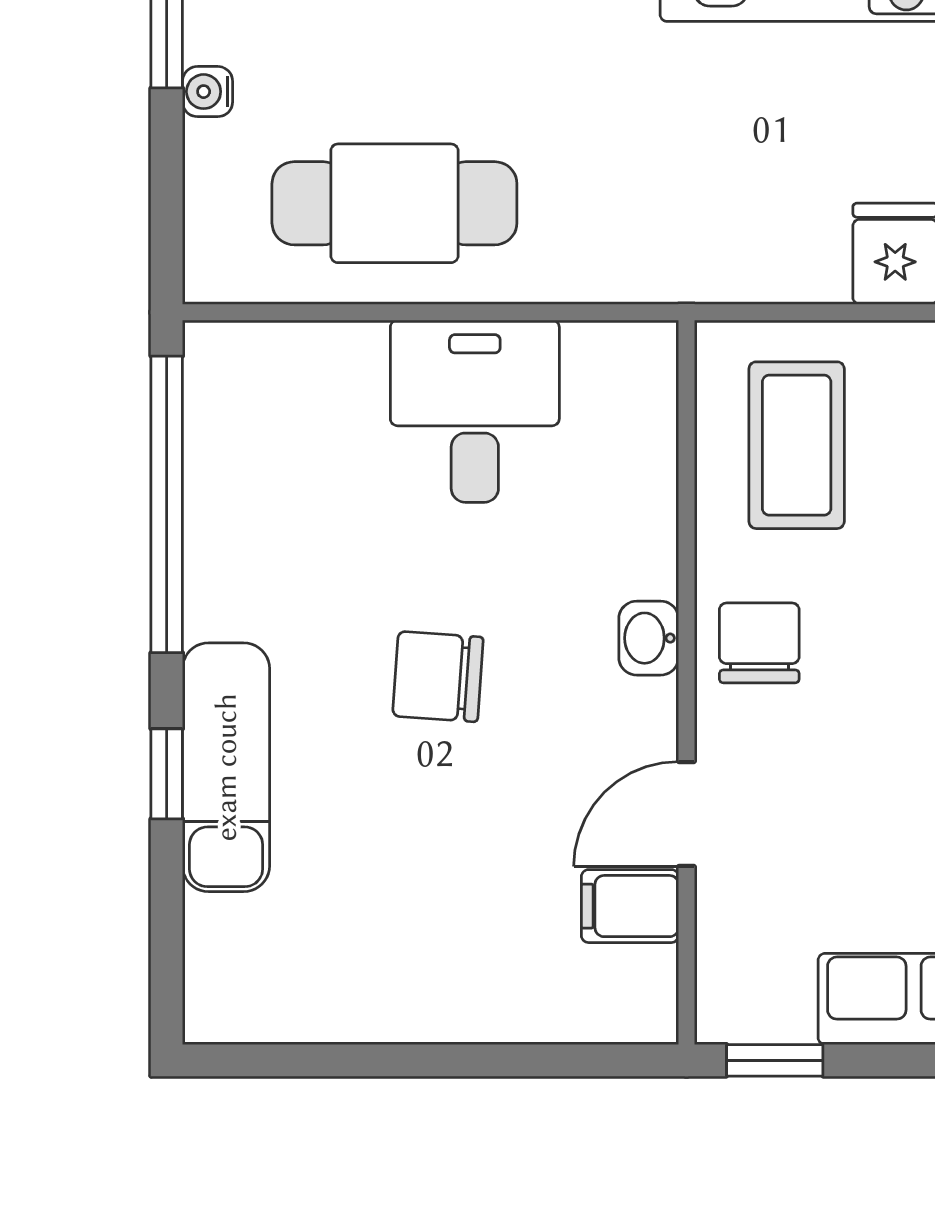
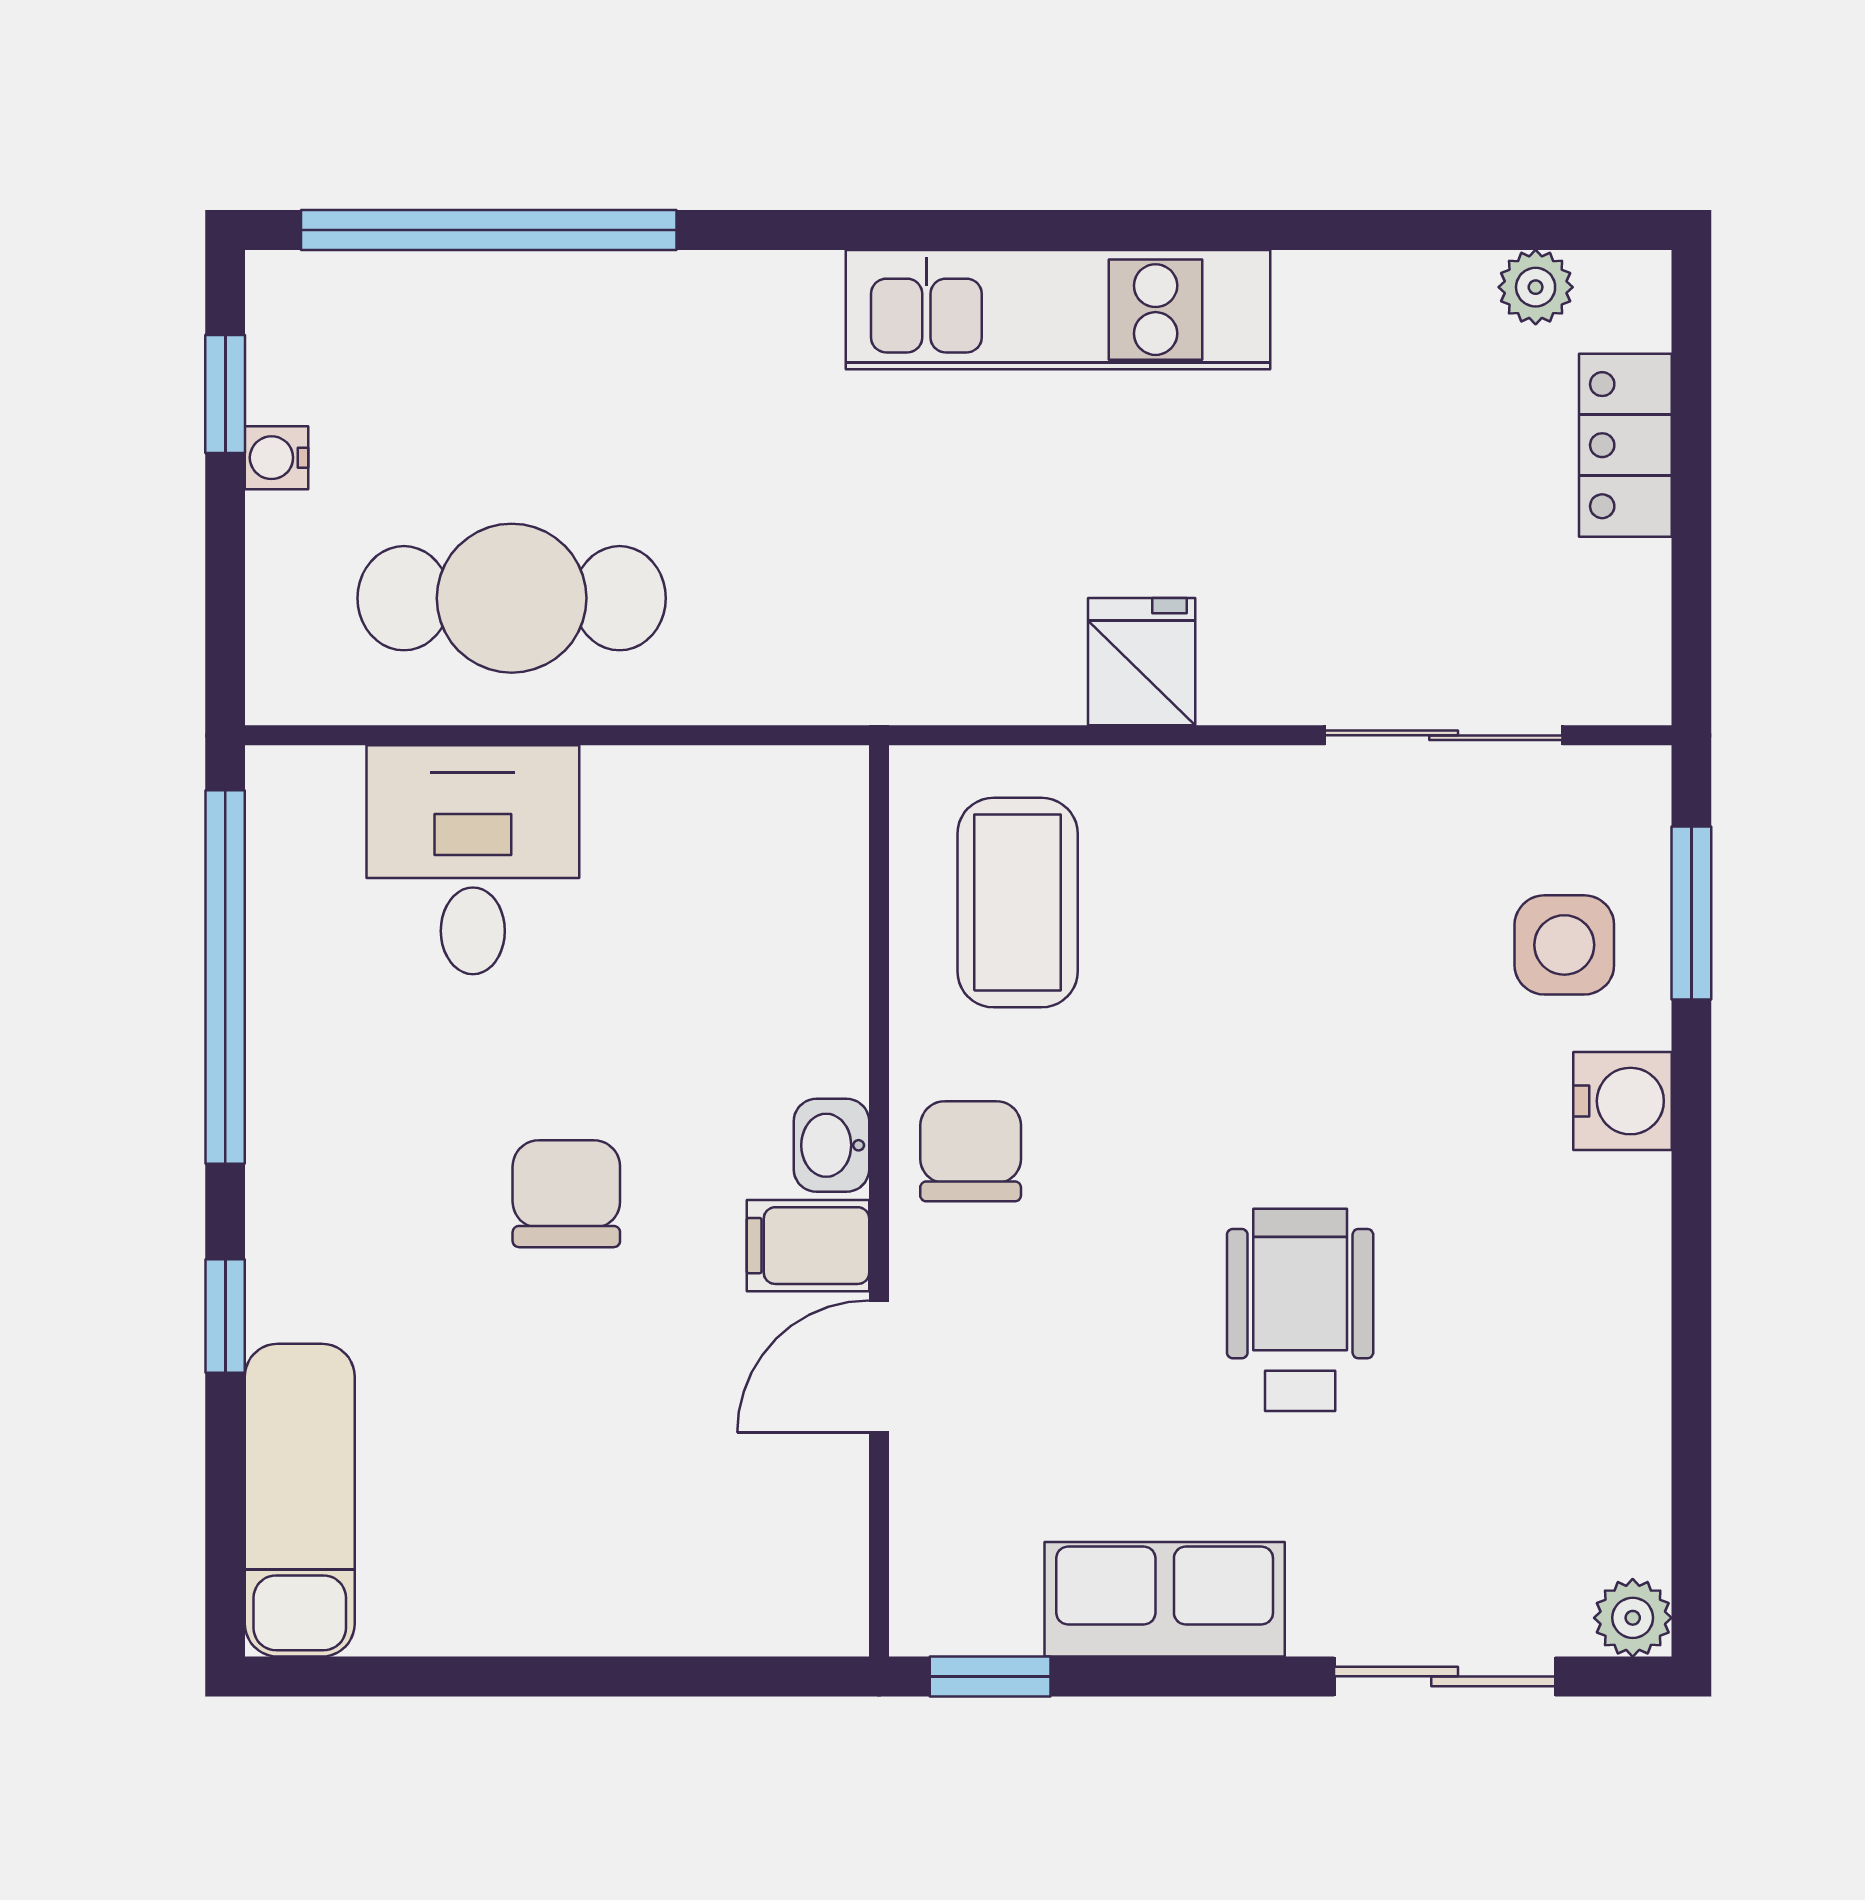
desk: (475, 411) -> (473, 860), moved
chair: (438, 677) -> (566, 1194), turned 86
exam couch: (226, 767) -> (300, 1500), moved
filing cabinet: (630, 906) -> (808, 1246), moved

